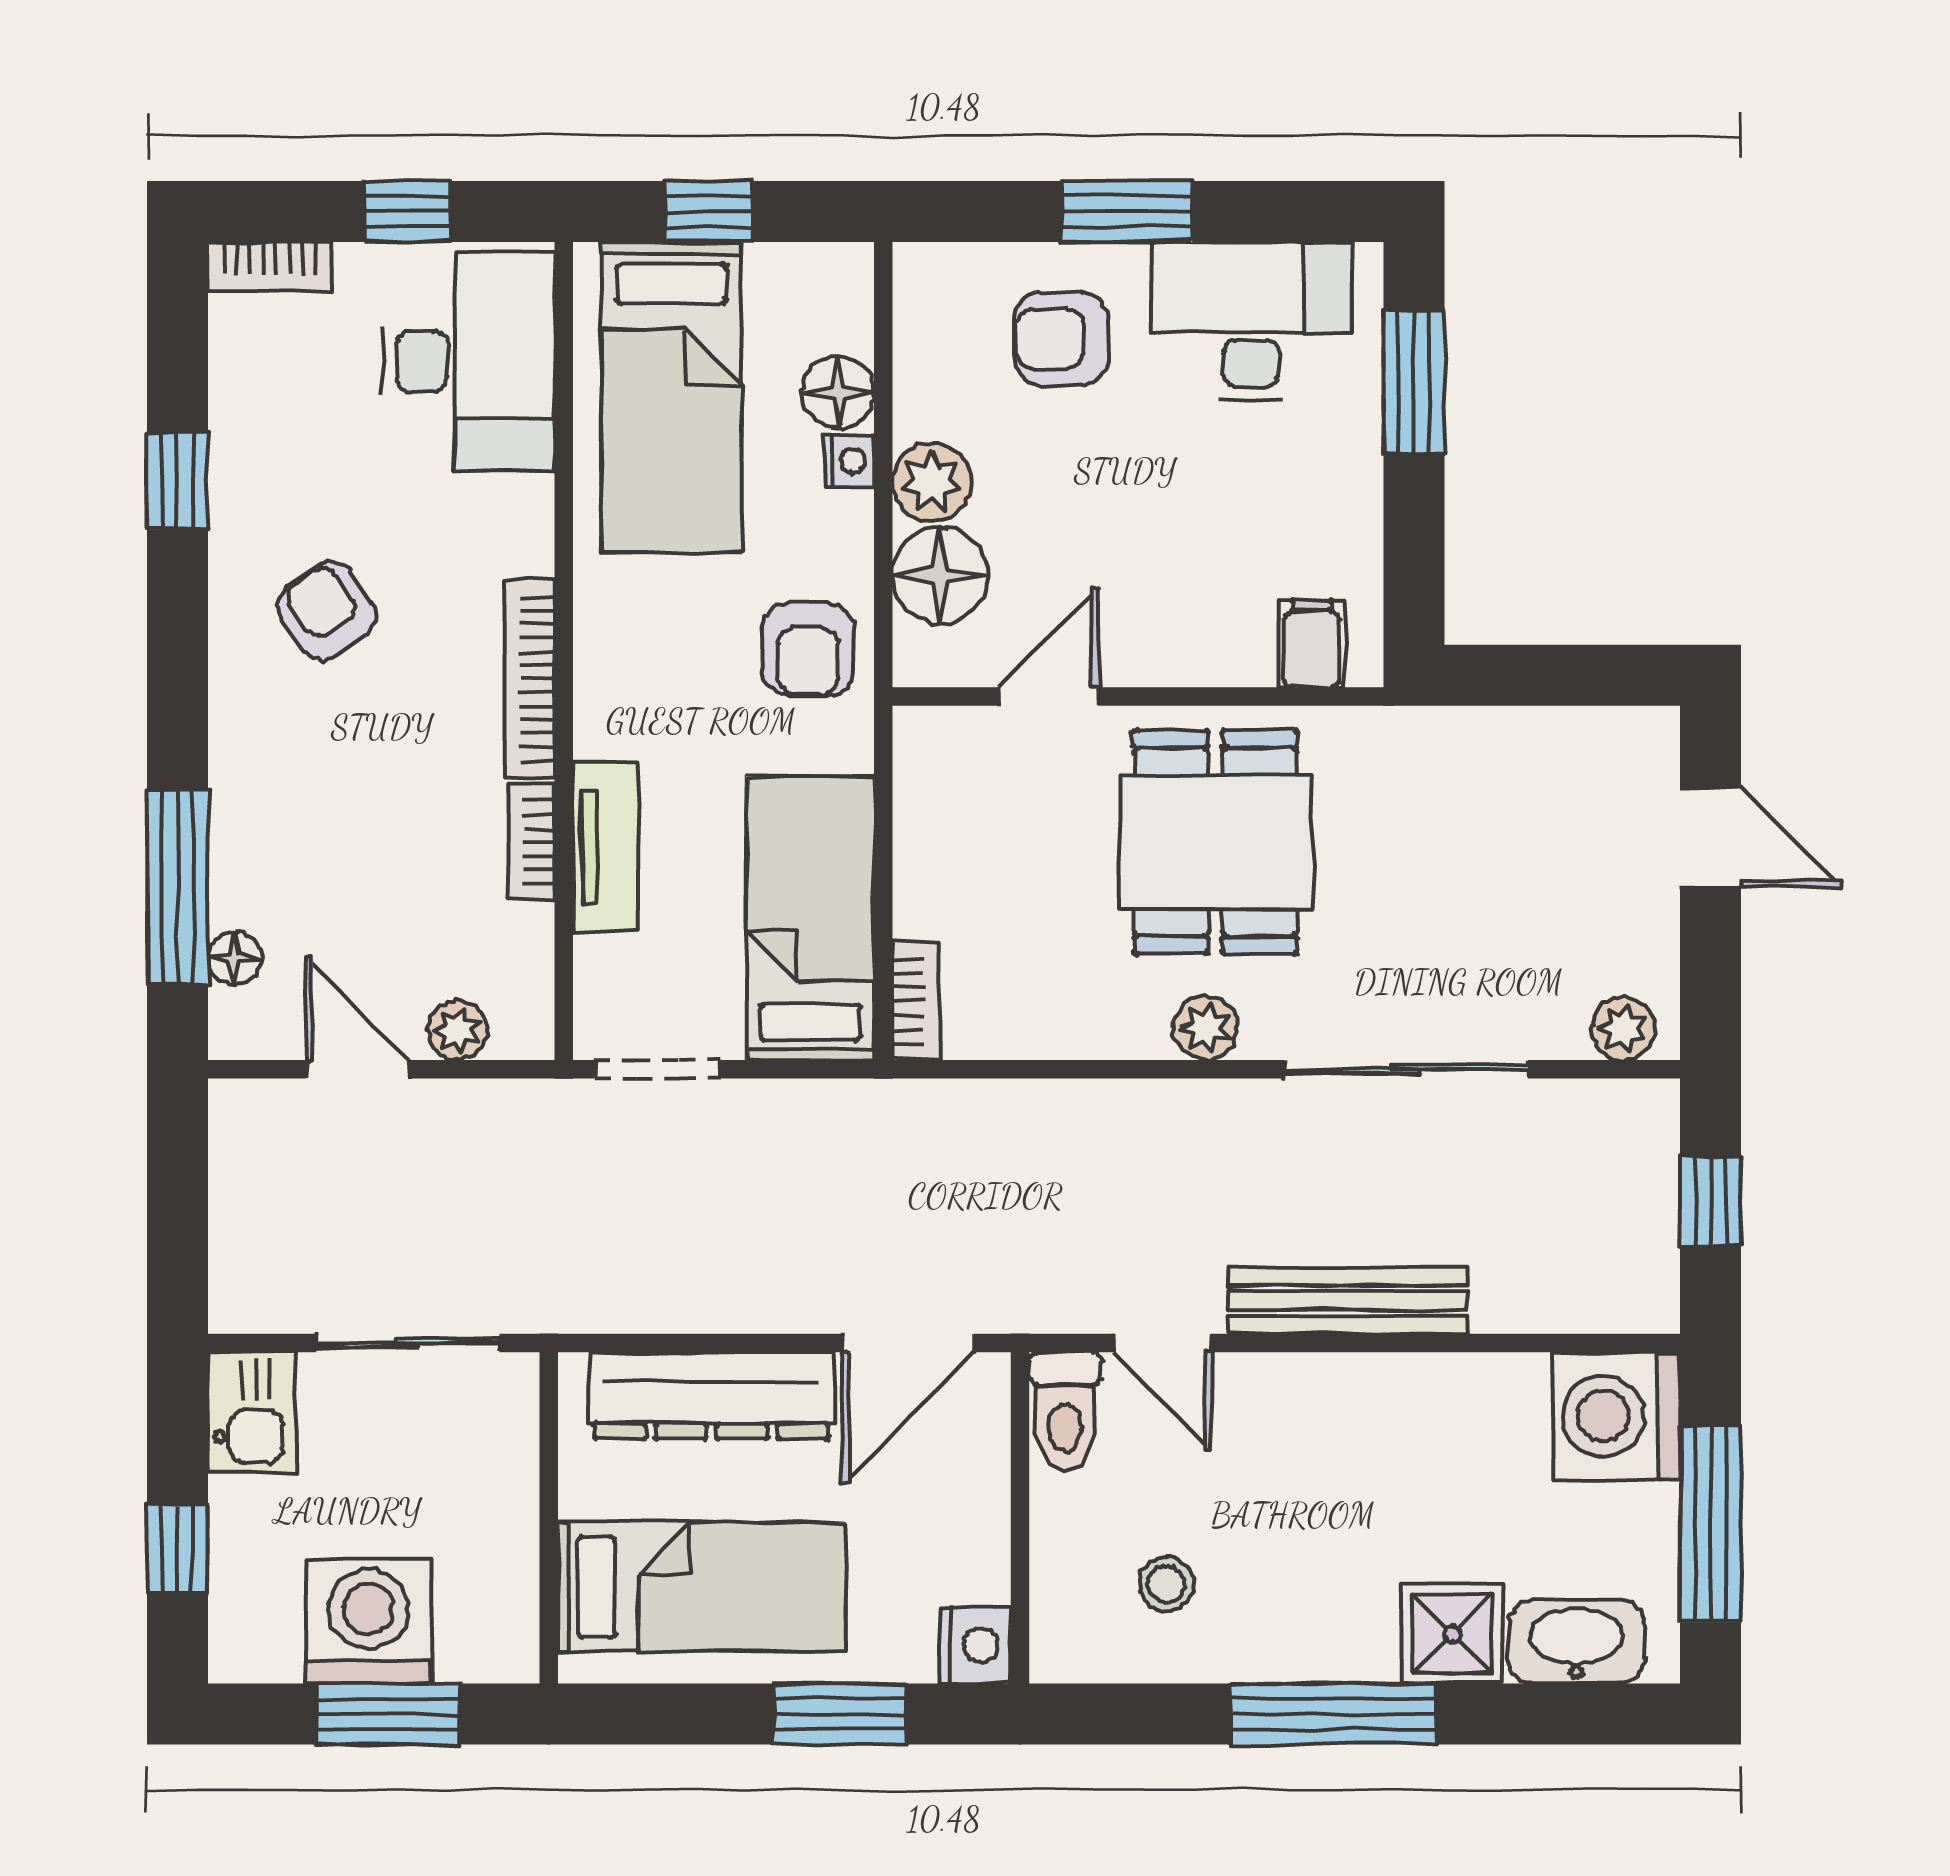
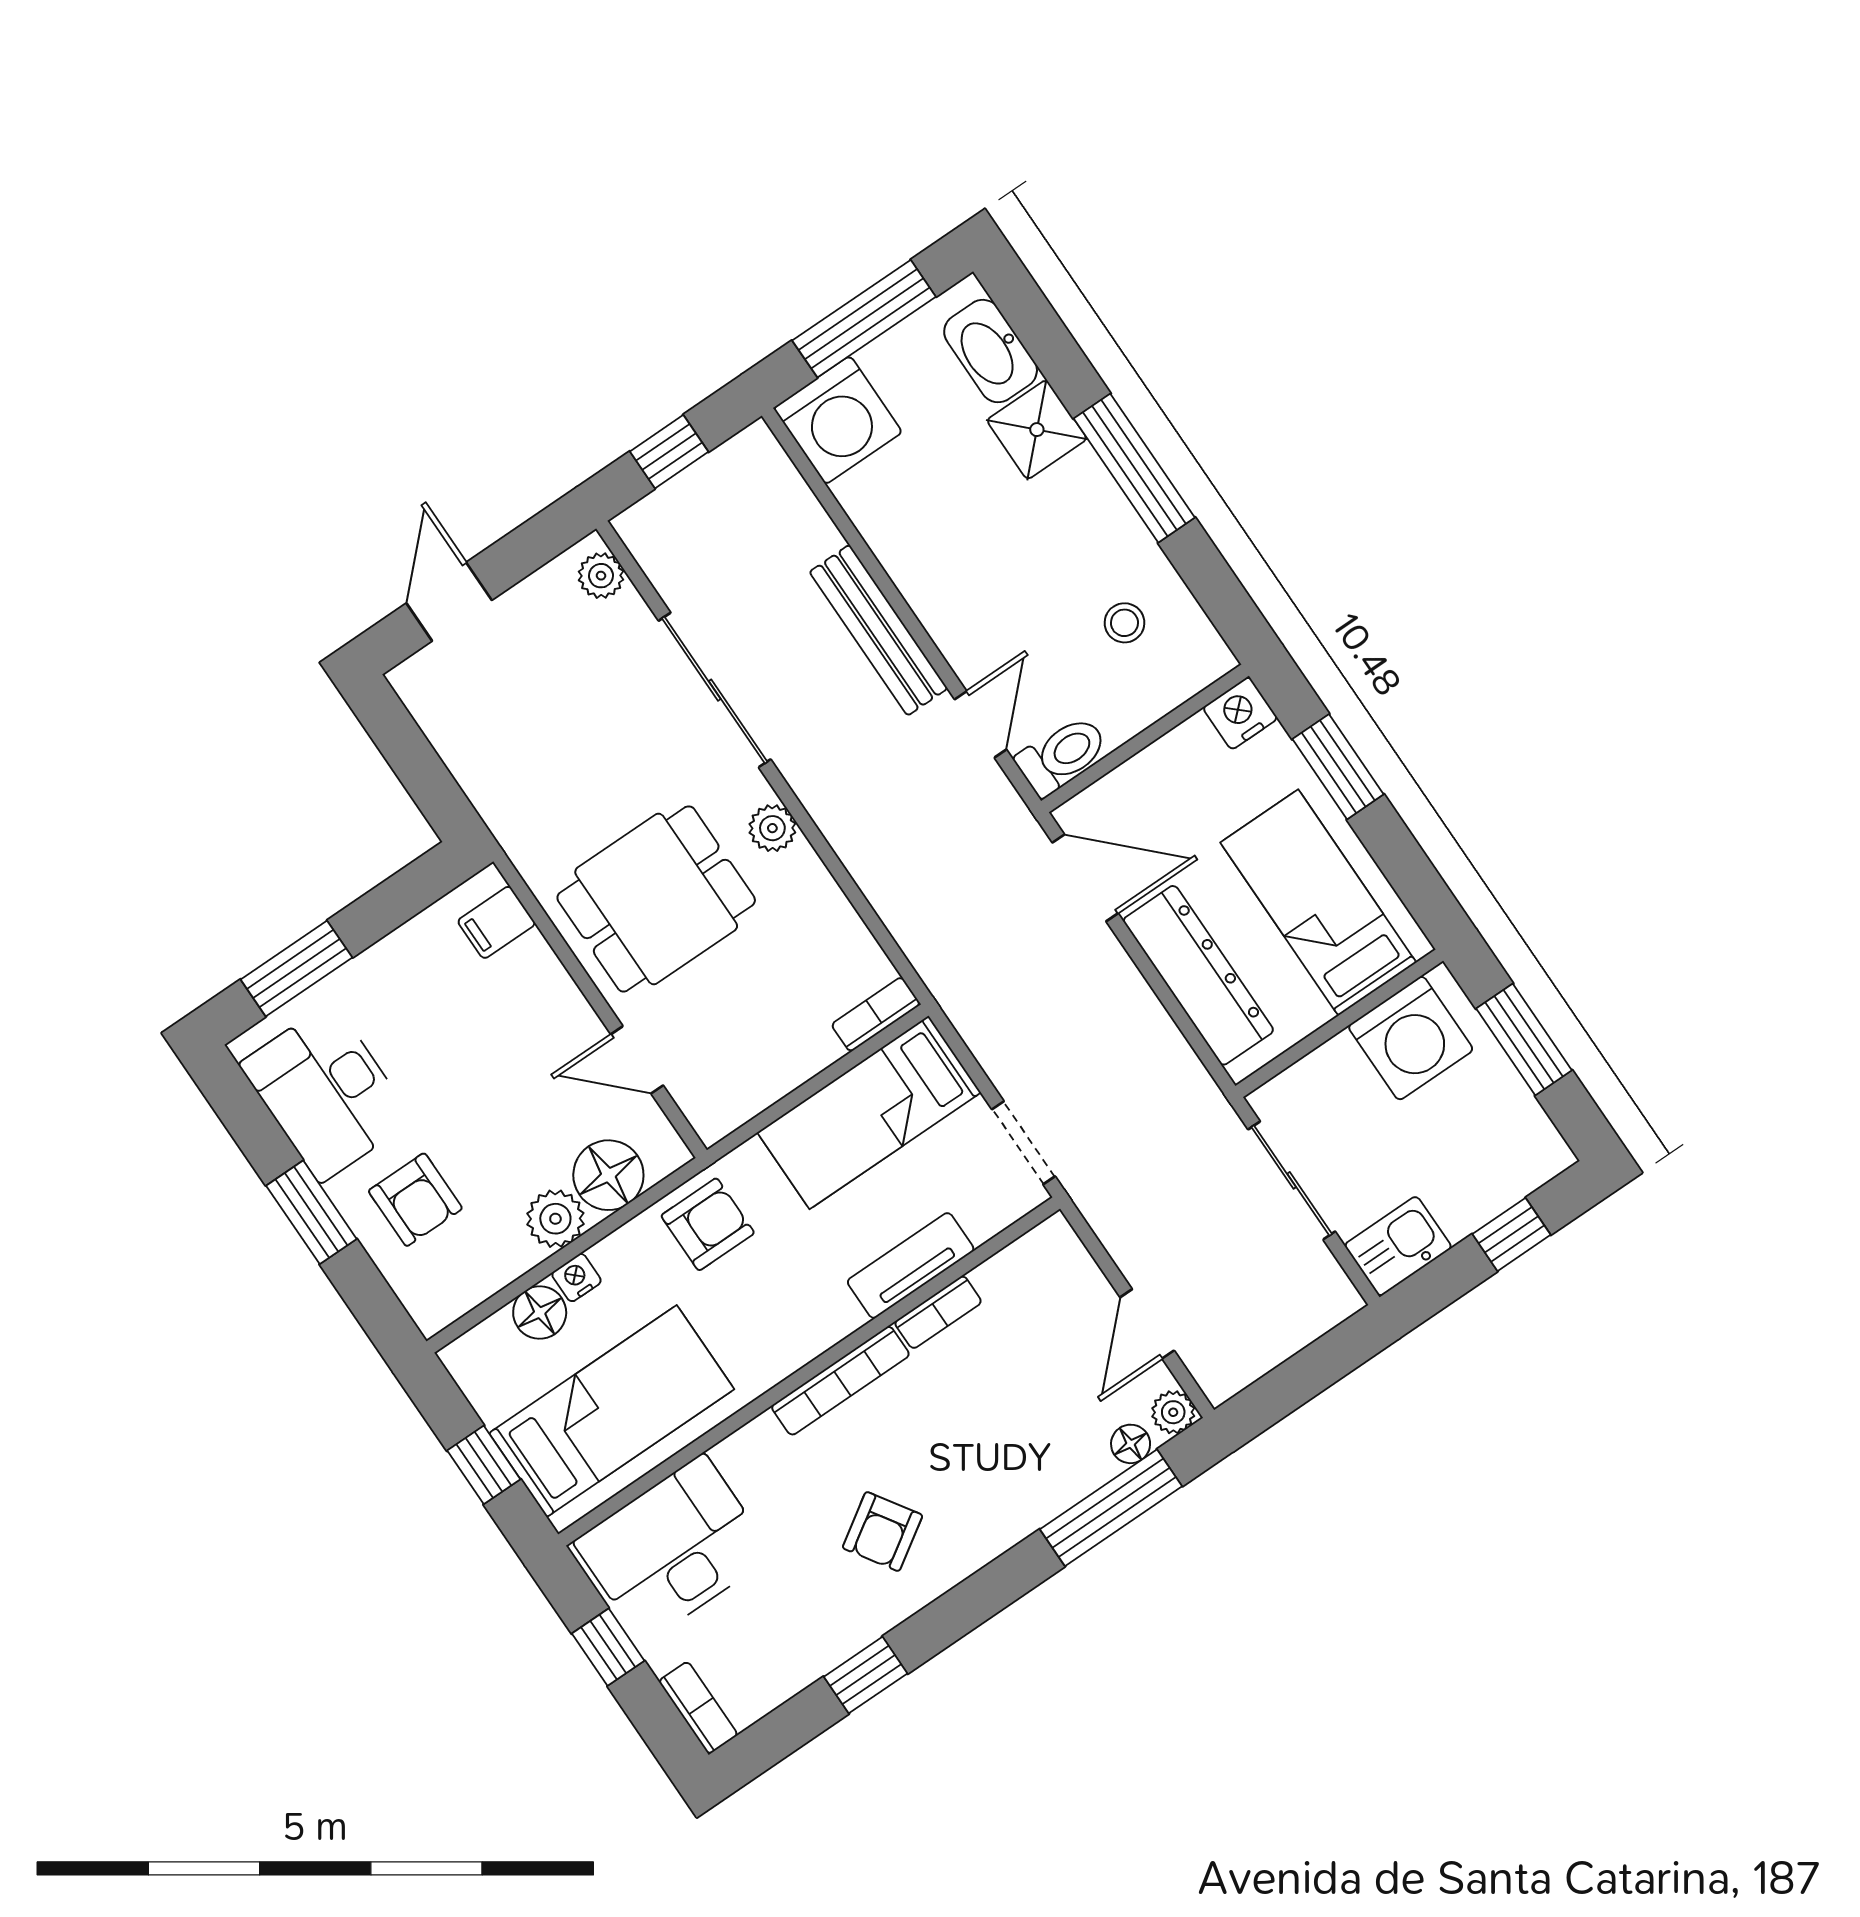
plant: (457, 1031) -> (1173, 1412), moved
washing machine: (369, 1621) -> (1411, 1038), moved, turned -90

